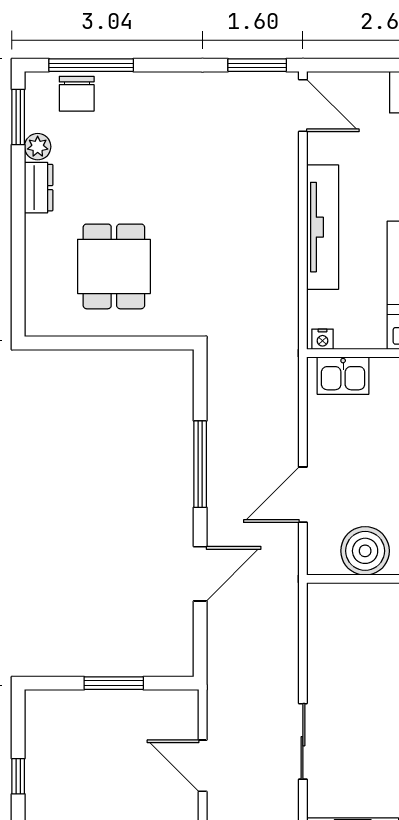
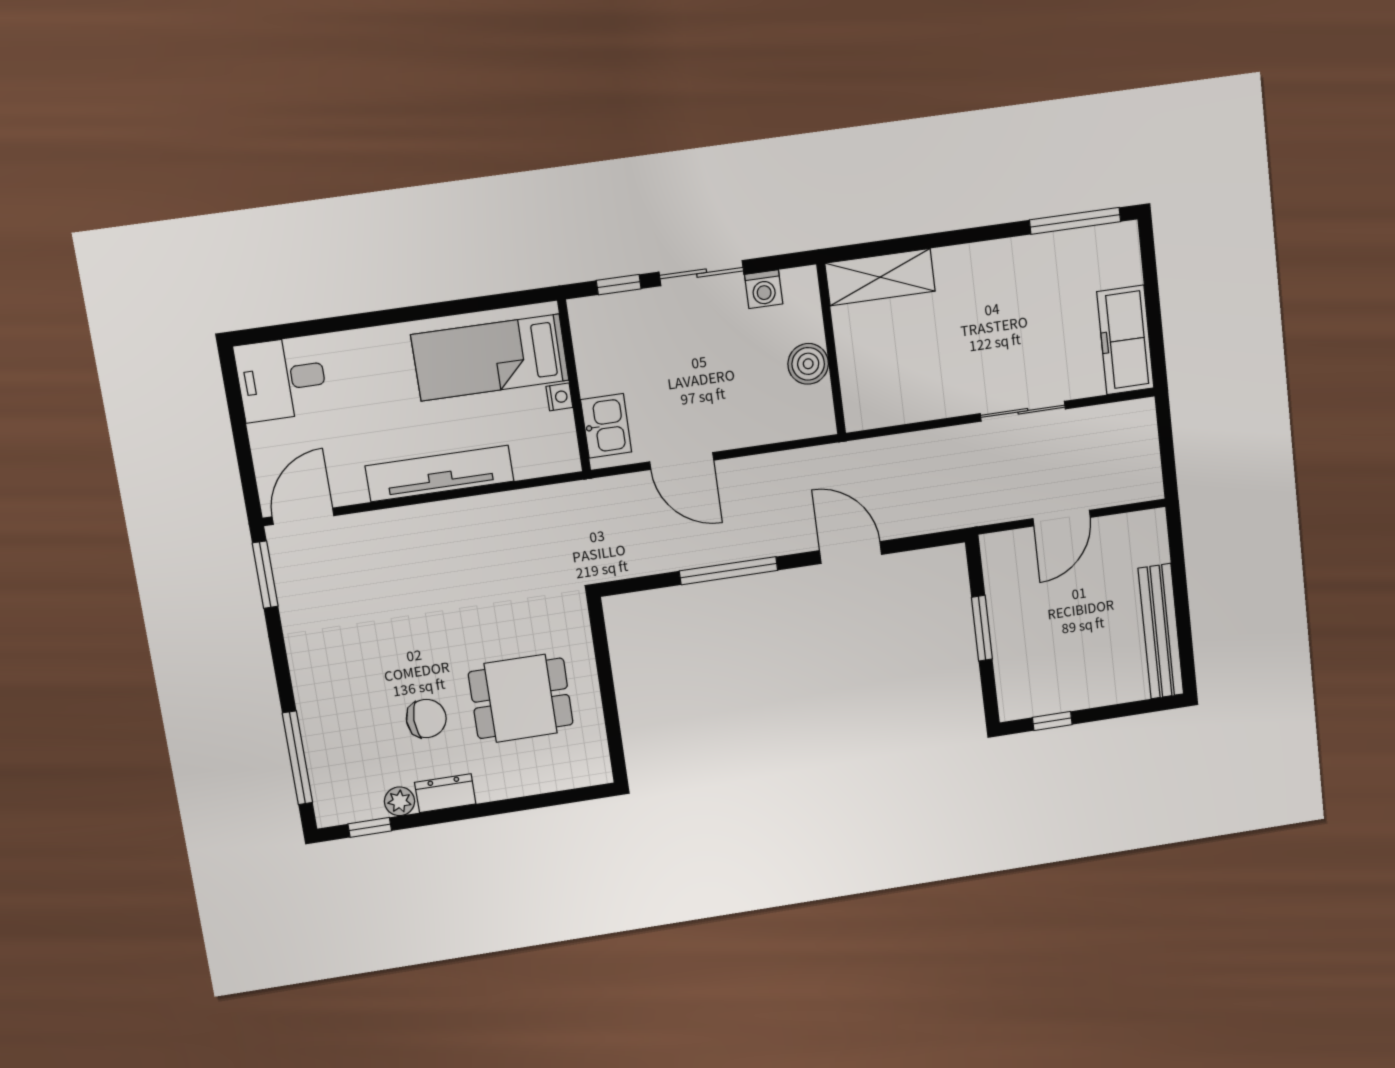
chair: (77, 94) -> (426, 719), moved
window: (18, 117) -> (370, 827), width x0.67
nightstand: (322, 339) -> (559, 397), moved
door: (303, 495) -> (682, 461), moved
boiler: (365, 551) -> (808, 364), width x0.73, depth x0.73
window: (18, 776) -> (1052, 721), moved

